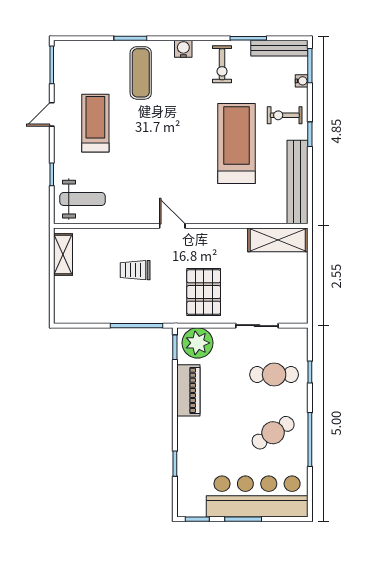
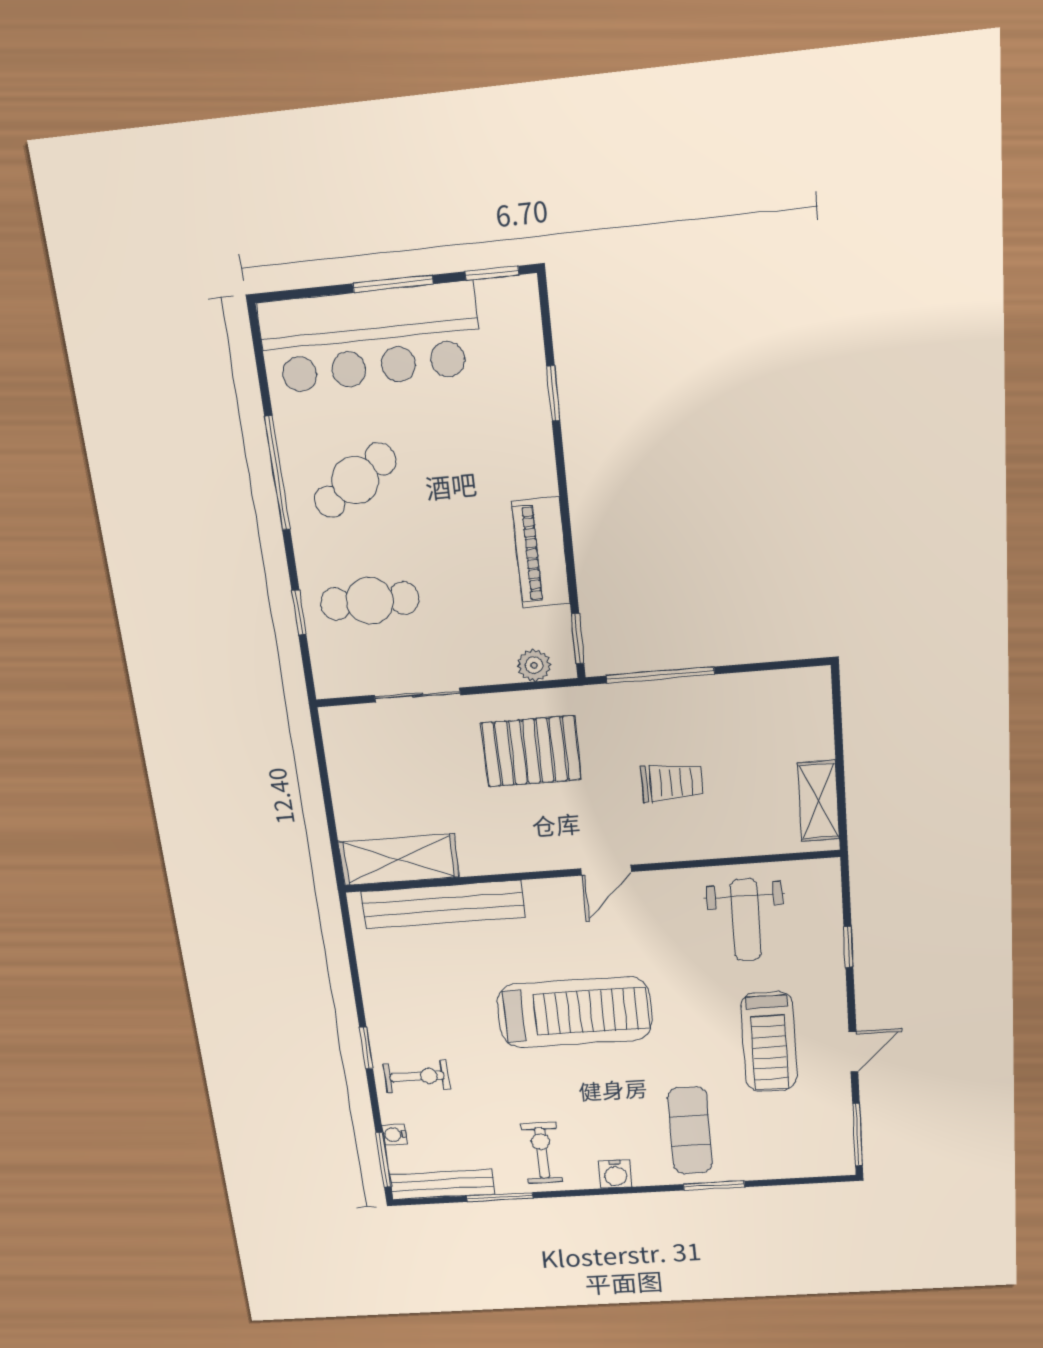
treadmill: (236, 144) -> (575, 1012), moved, turned -90
bench: (297, 182) -> (443, 904), moved, turned 90
weight bench: (83, 199) -> (746, 920), moved, turned -90
door: (172, 226) -> (606, 870), hinge flipped
pallet: (204, 292) -> (531, 751), turned 90
plant: (198, 343) -> (534, 665), width x0.53, depth x0.53

